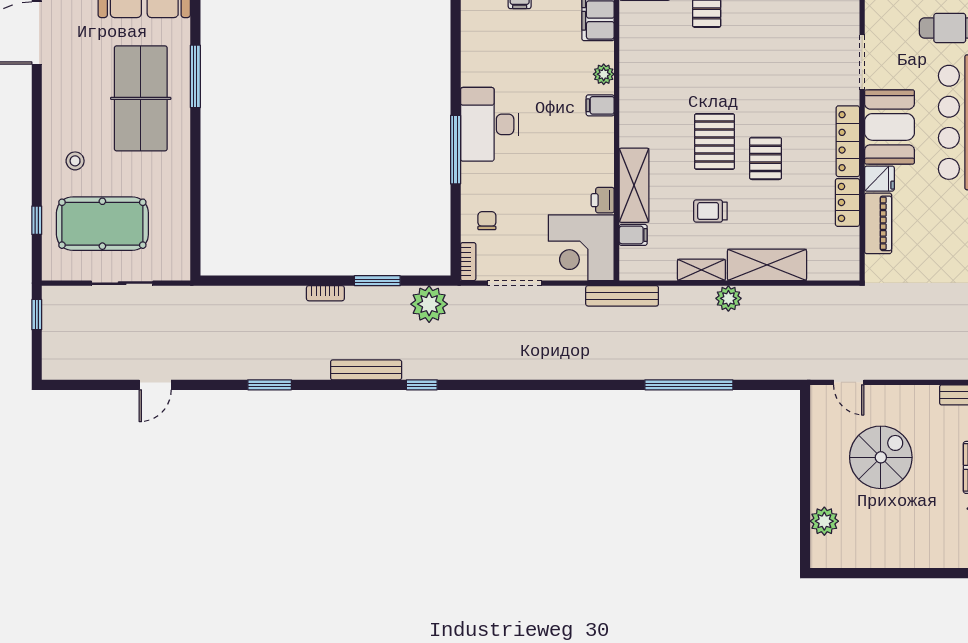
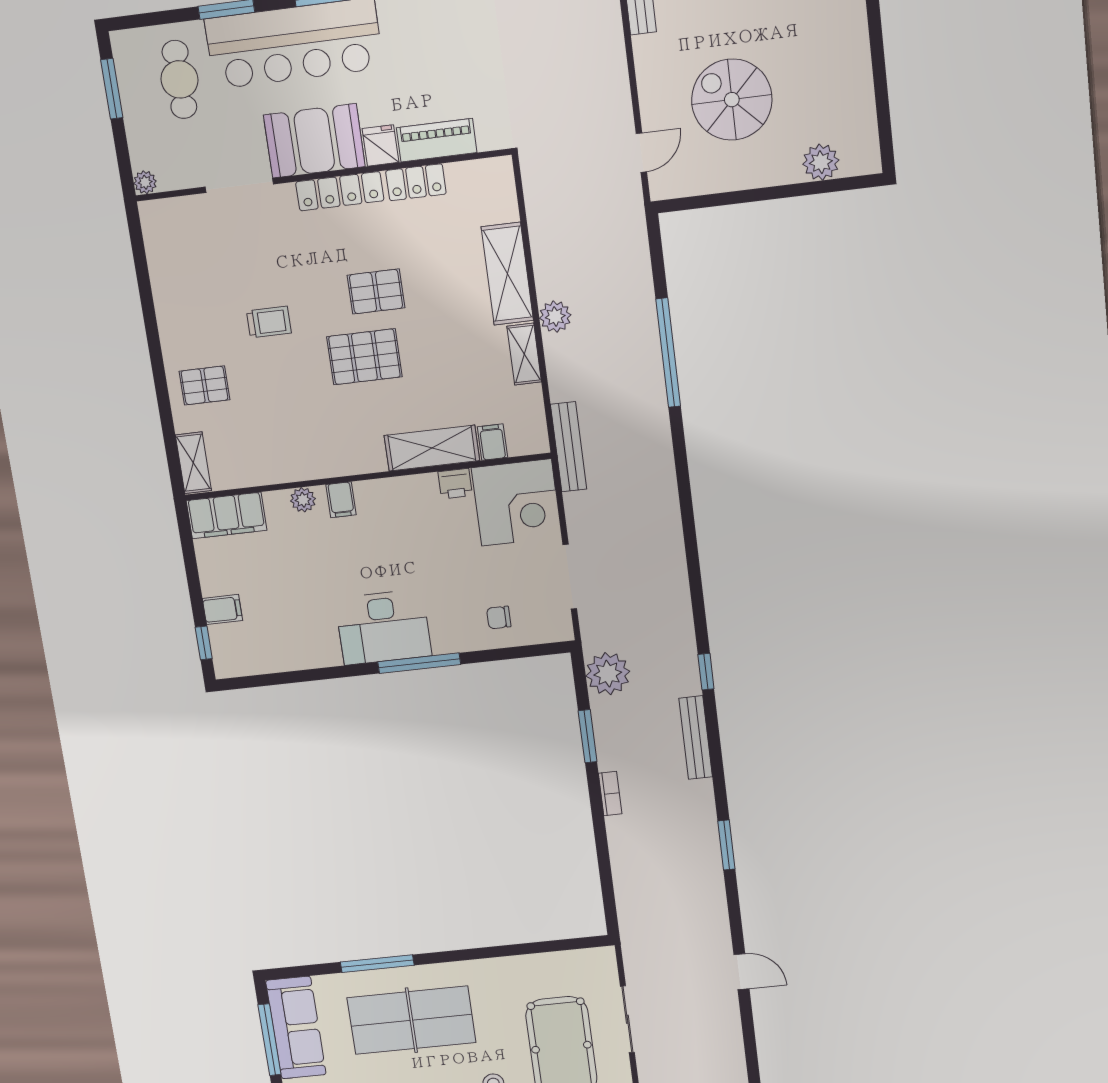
trolley: (710, 211) -> (269, 322), moved, turned -90
bookcase: (468, 262) -> (551, 634), removed

